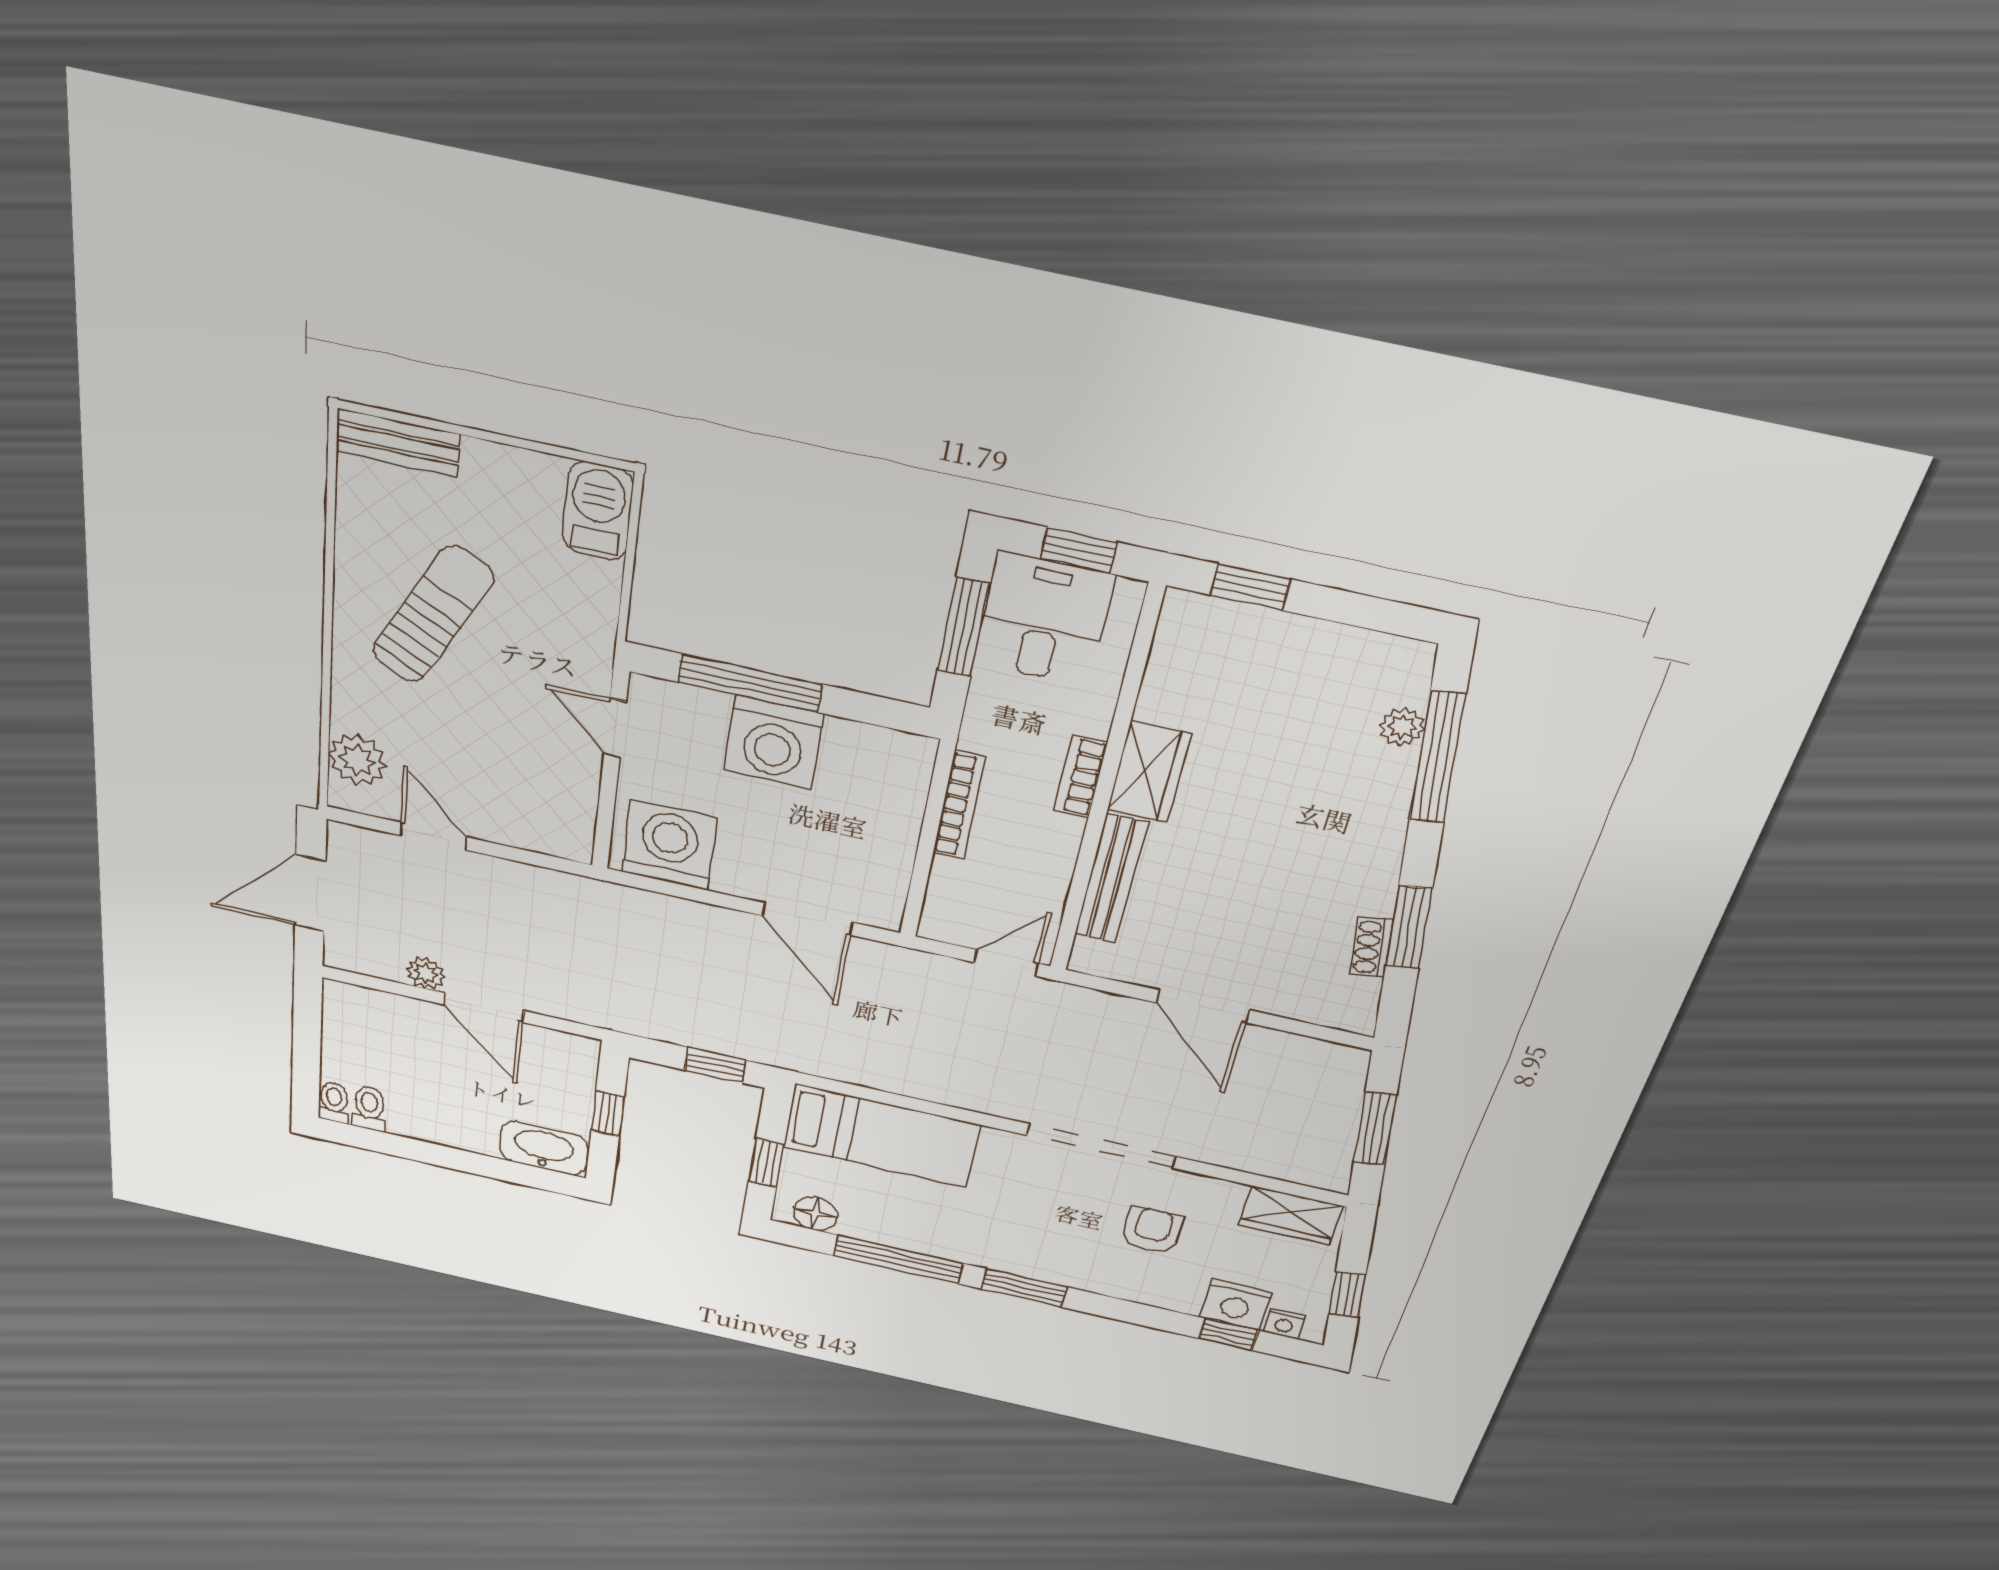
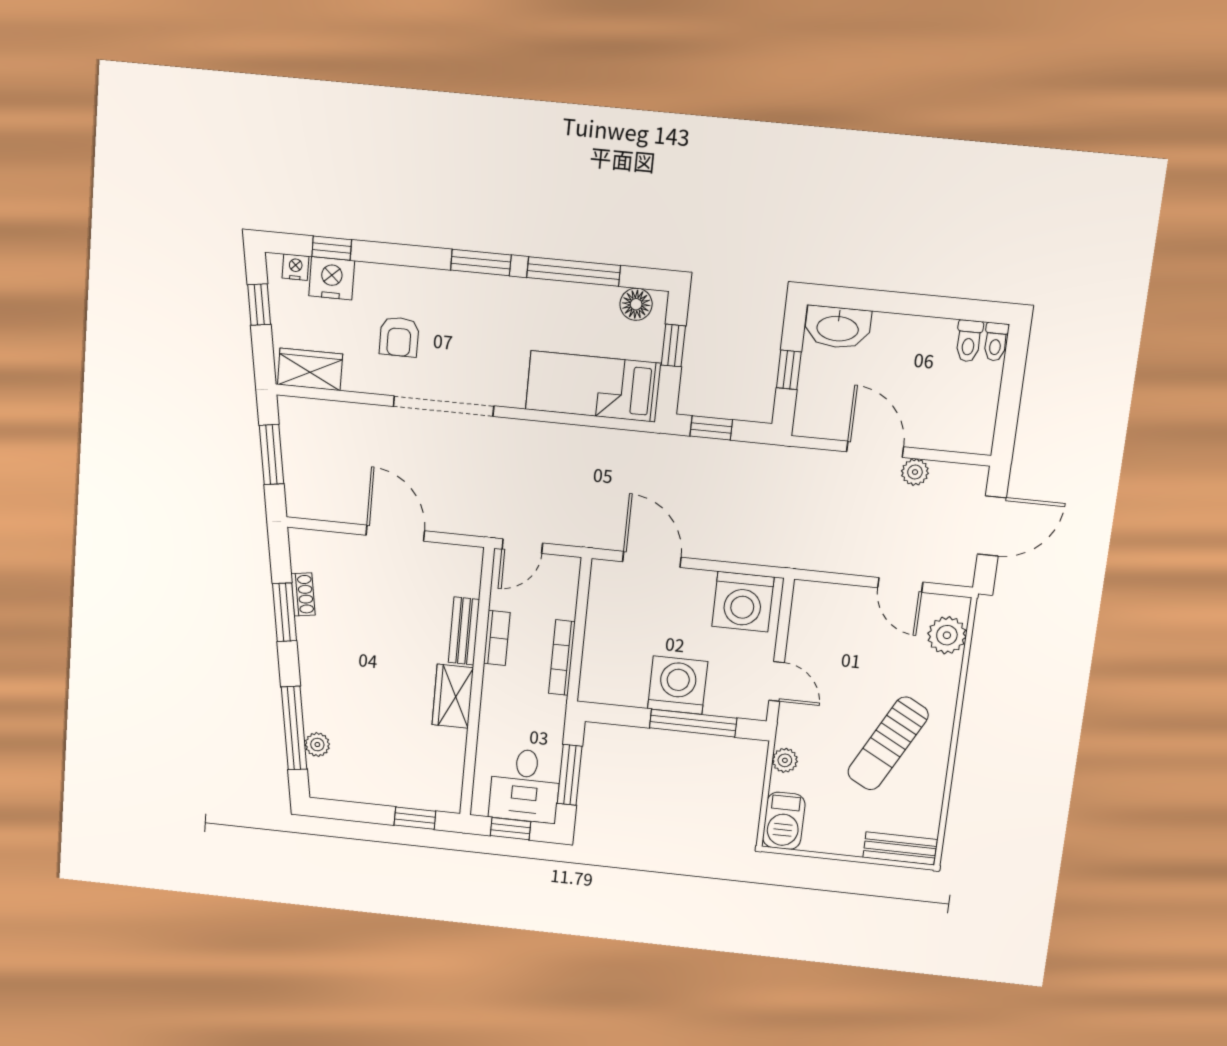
plant: (599, 608) -> (785, 760), added
bookcase: (1080, 777) -> (497, 638), moved
bench: (1111, 879) -> (464, 631), width x0.73

